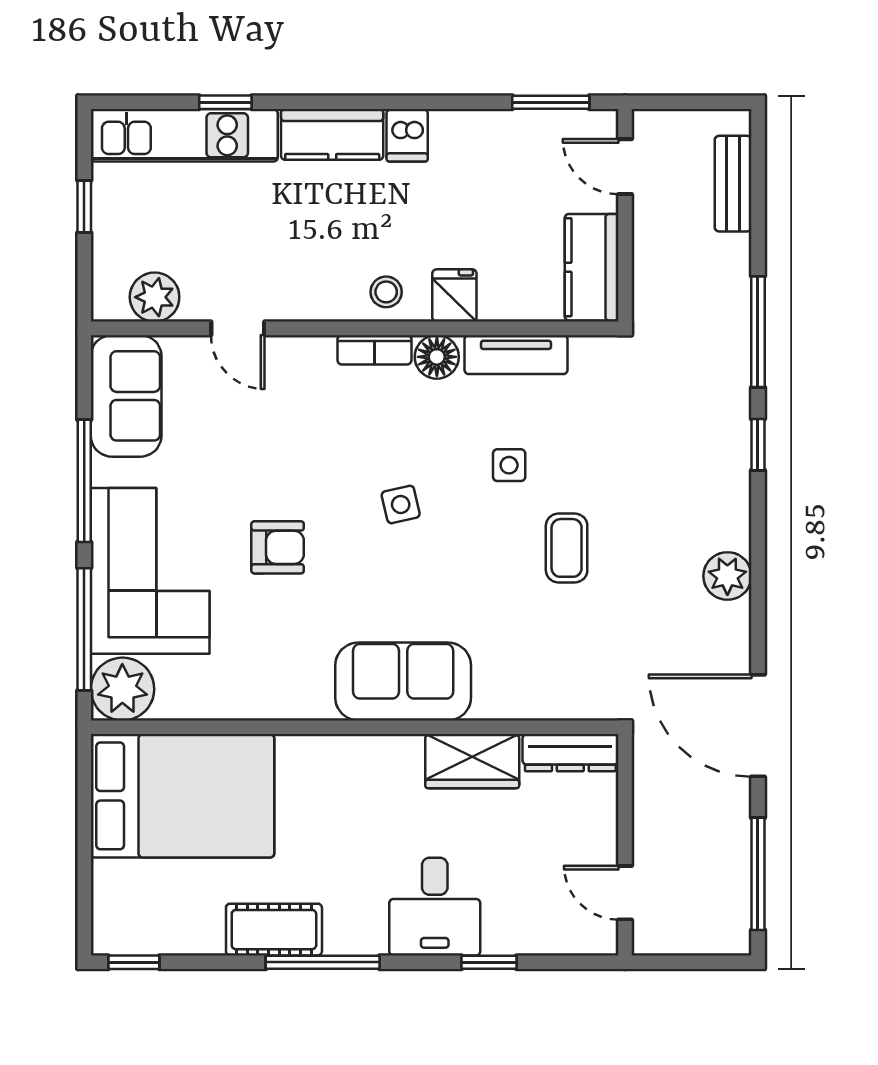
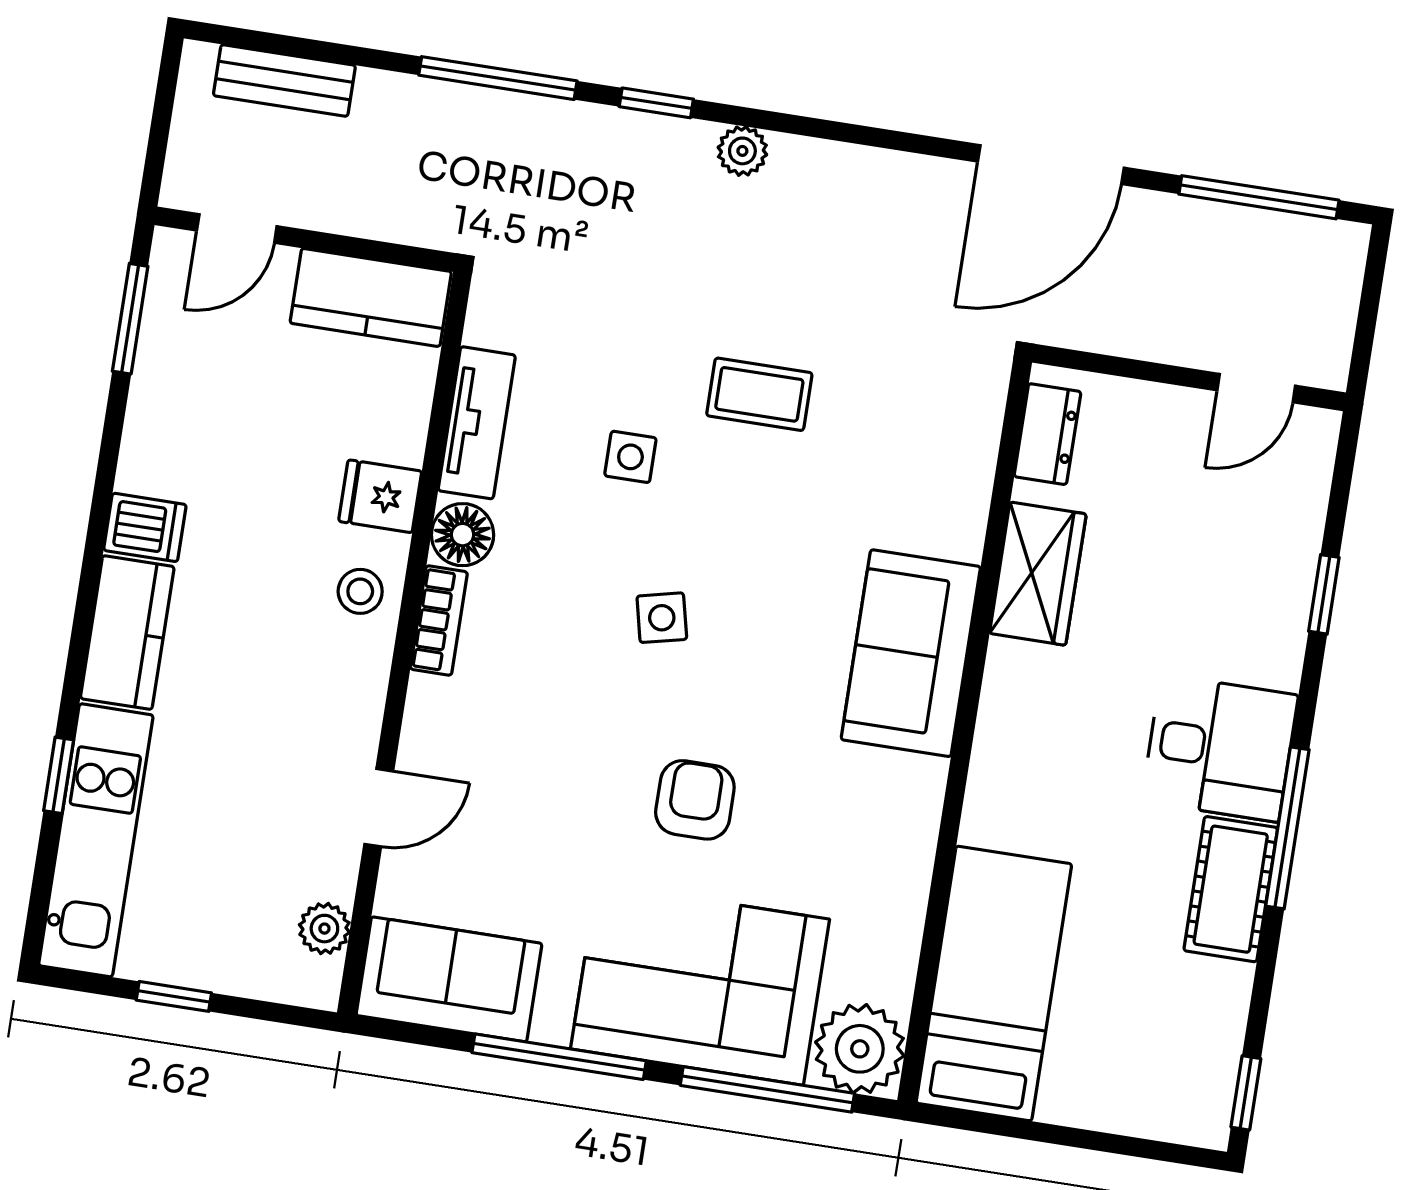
plant: (155, 297) -> (324, 929), width x0.73, depth x0.73
plant: (727, 576) -> (742, 151), moved, width x0.73, depth x0.73
dresser: (570, 753) -> (1048, 434), width x0.70
bed: (183, 796) -> (994, 983), width x0.67
desk: (435, 907) -> (1220, 748), moved

